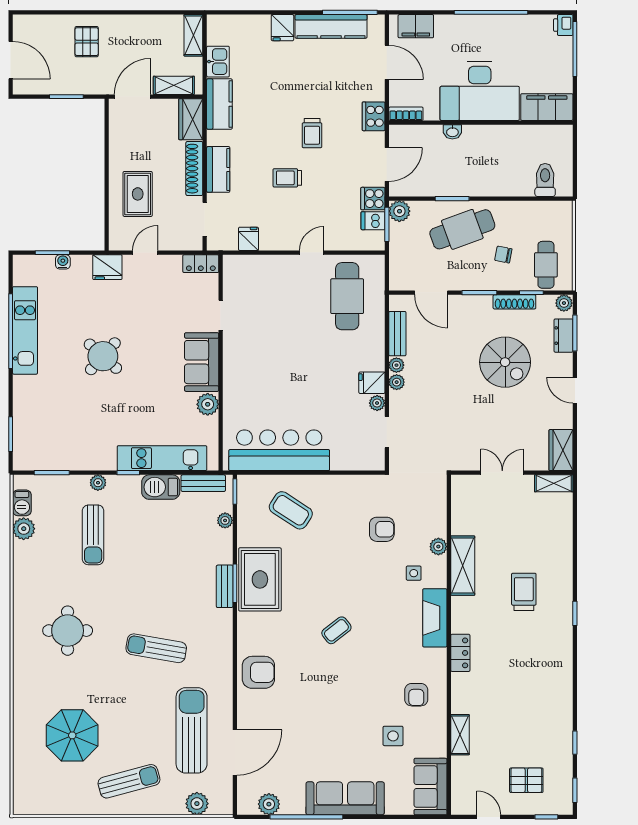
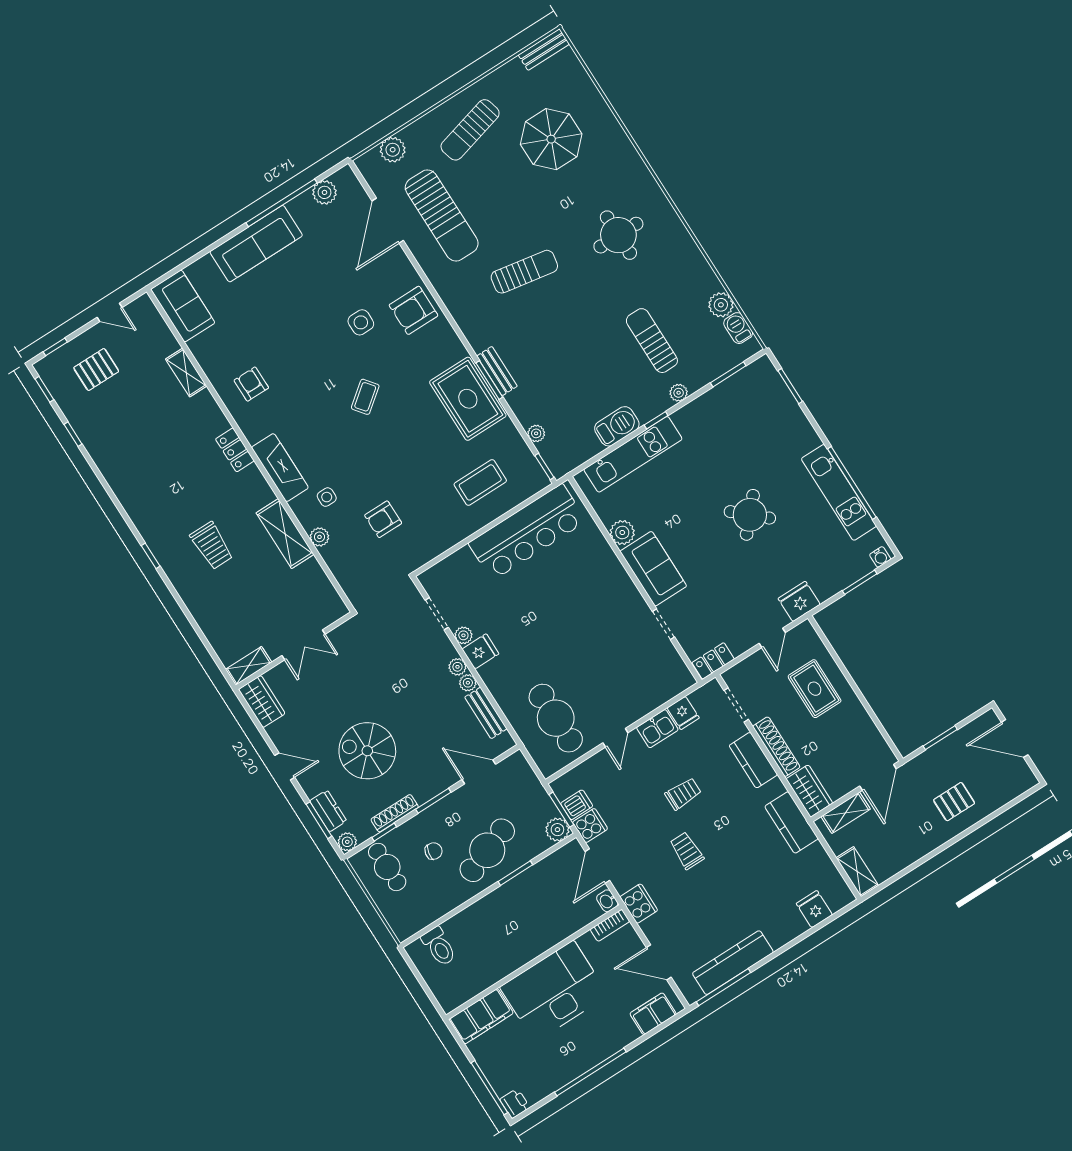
fridge: (282, 28) -> (814, 909), moved
pallet: (87, 42) -> (954, 802), turned 90
kitchen sink: (218, 62) -> (657, 729), moved, turned -90
washbasin: (452, 132) -> (607, 901), moved, turned -90
water cooler: (63, 262) -> (880, 557), moved
bench: (203, 483) -> (544, 50), moved
coffee table: (291, 510) -> (480, 482), turned -33
side table: (393, 736) -> (361, 322), moved

